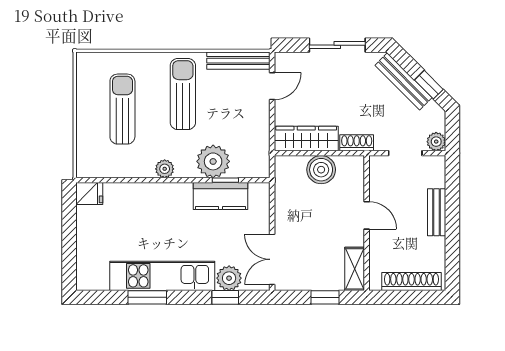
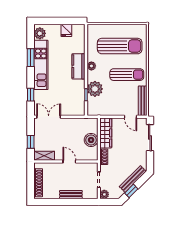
sliding door: (337, 45) -> (150, 138), moved
sun lounger: (122, 109) -> (120, 46), width x1.36, depth x1.34
fridge: (89, 194) -> (66, 30), moved
kitchen counter: (221, 196) -> (79, 66), moved
door: (367, 215) -> (69, 162), swing flipped
plant: (229, 278) -> (40, 33), moved

